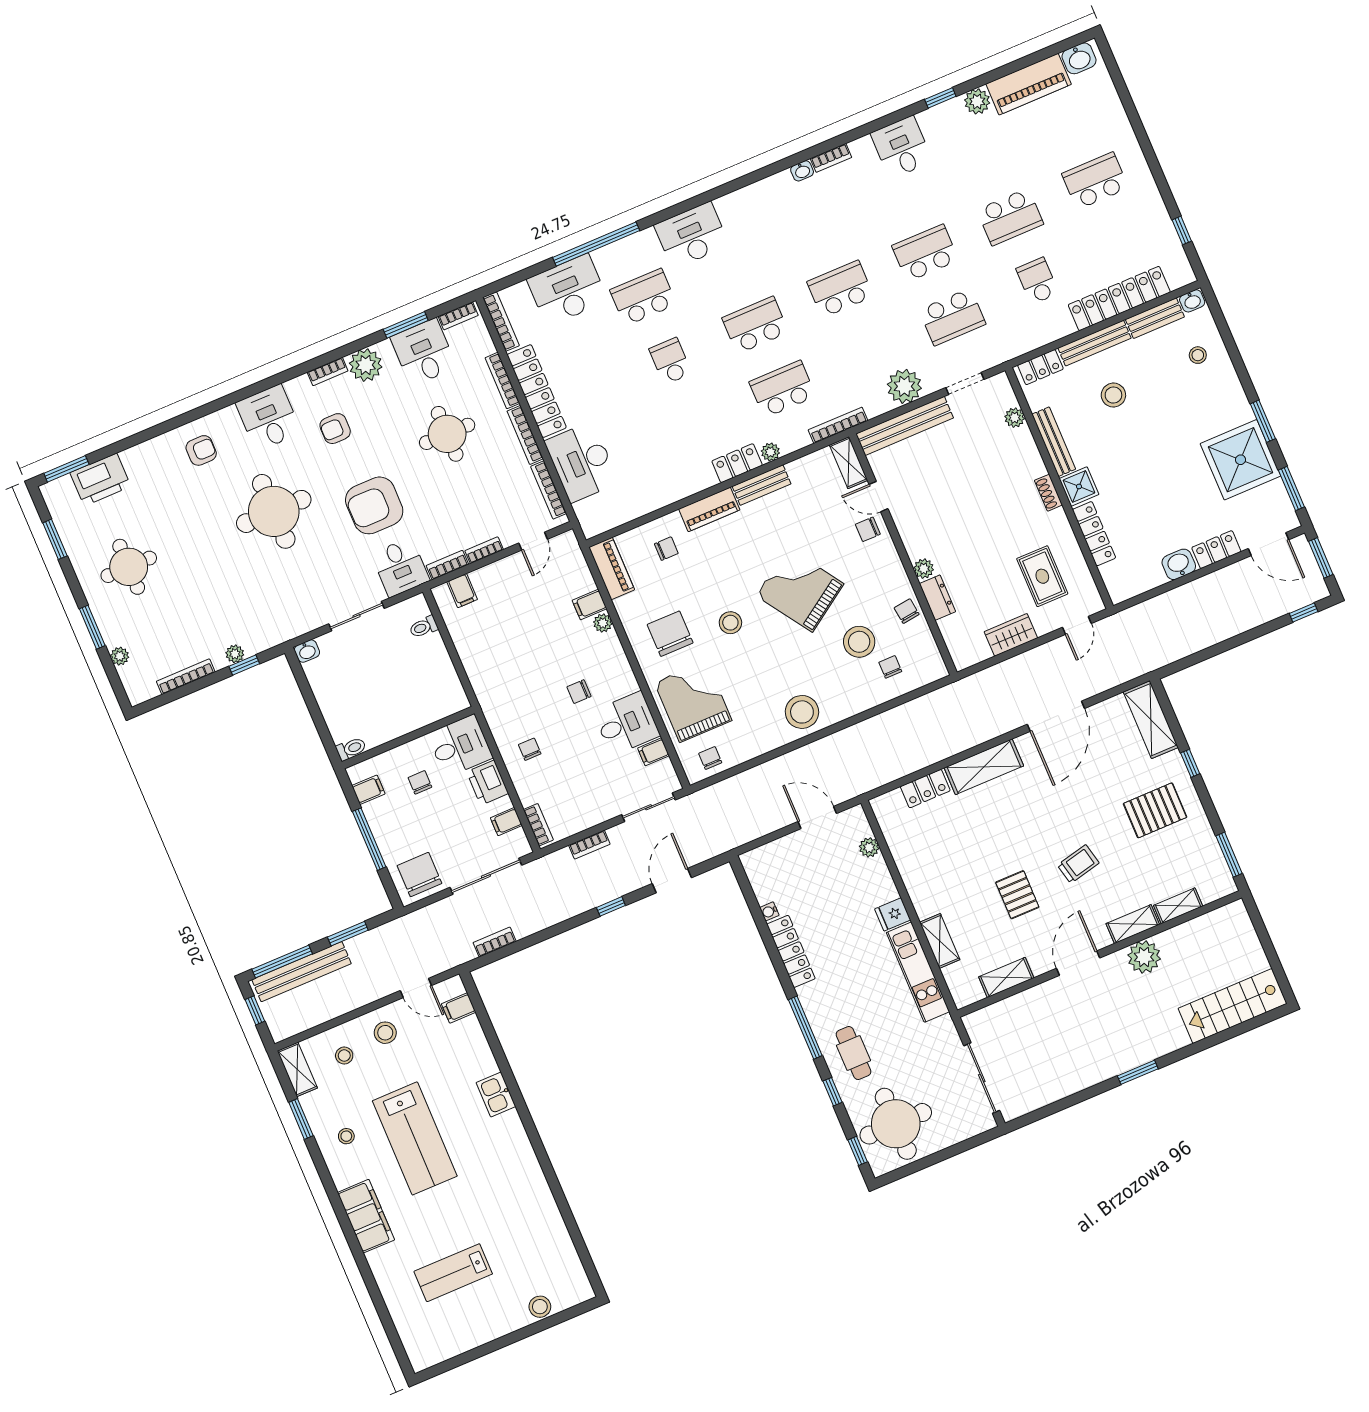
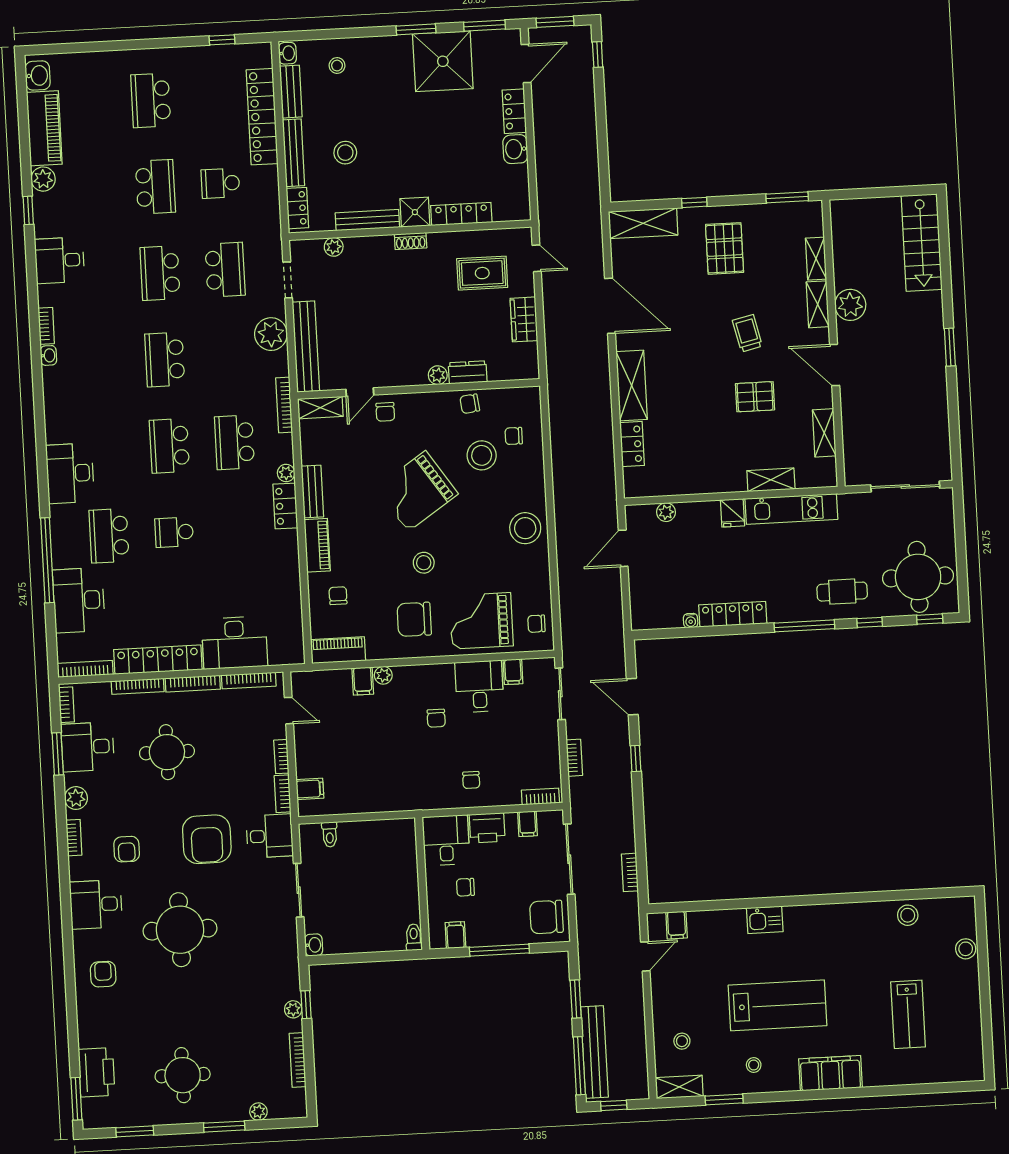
plant: (366, 365) -> (76, 798), width x0.73, depth x0.73
chair: (530, 749) -> (471, 780), turned -90
stool: (385, 1033) -> (908, 915), moved

